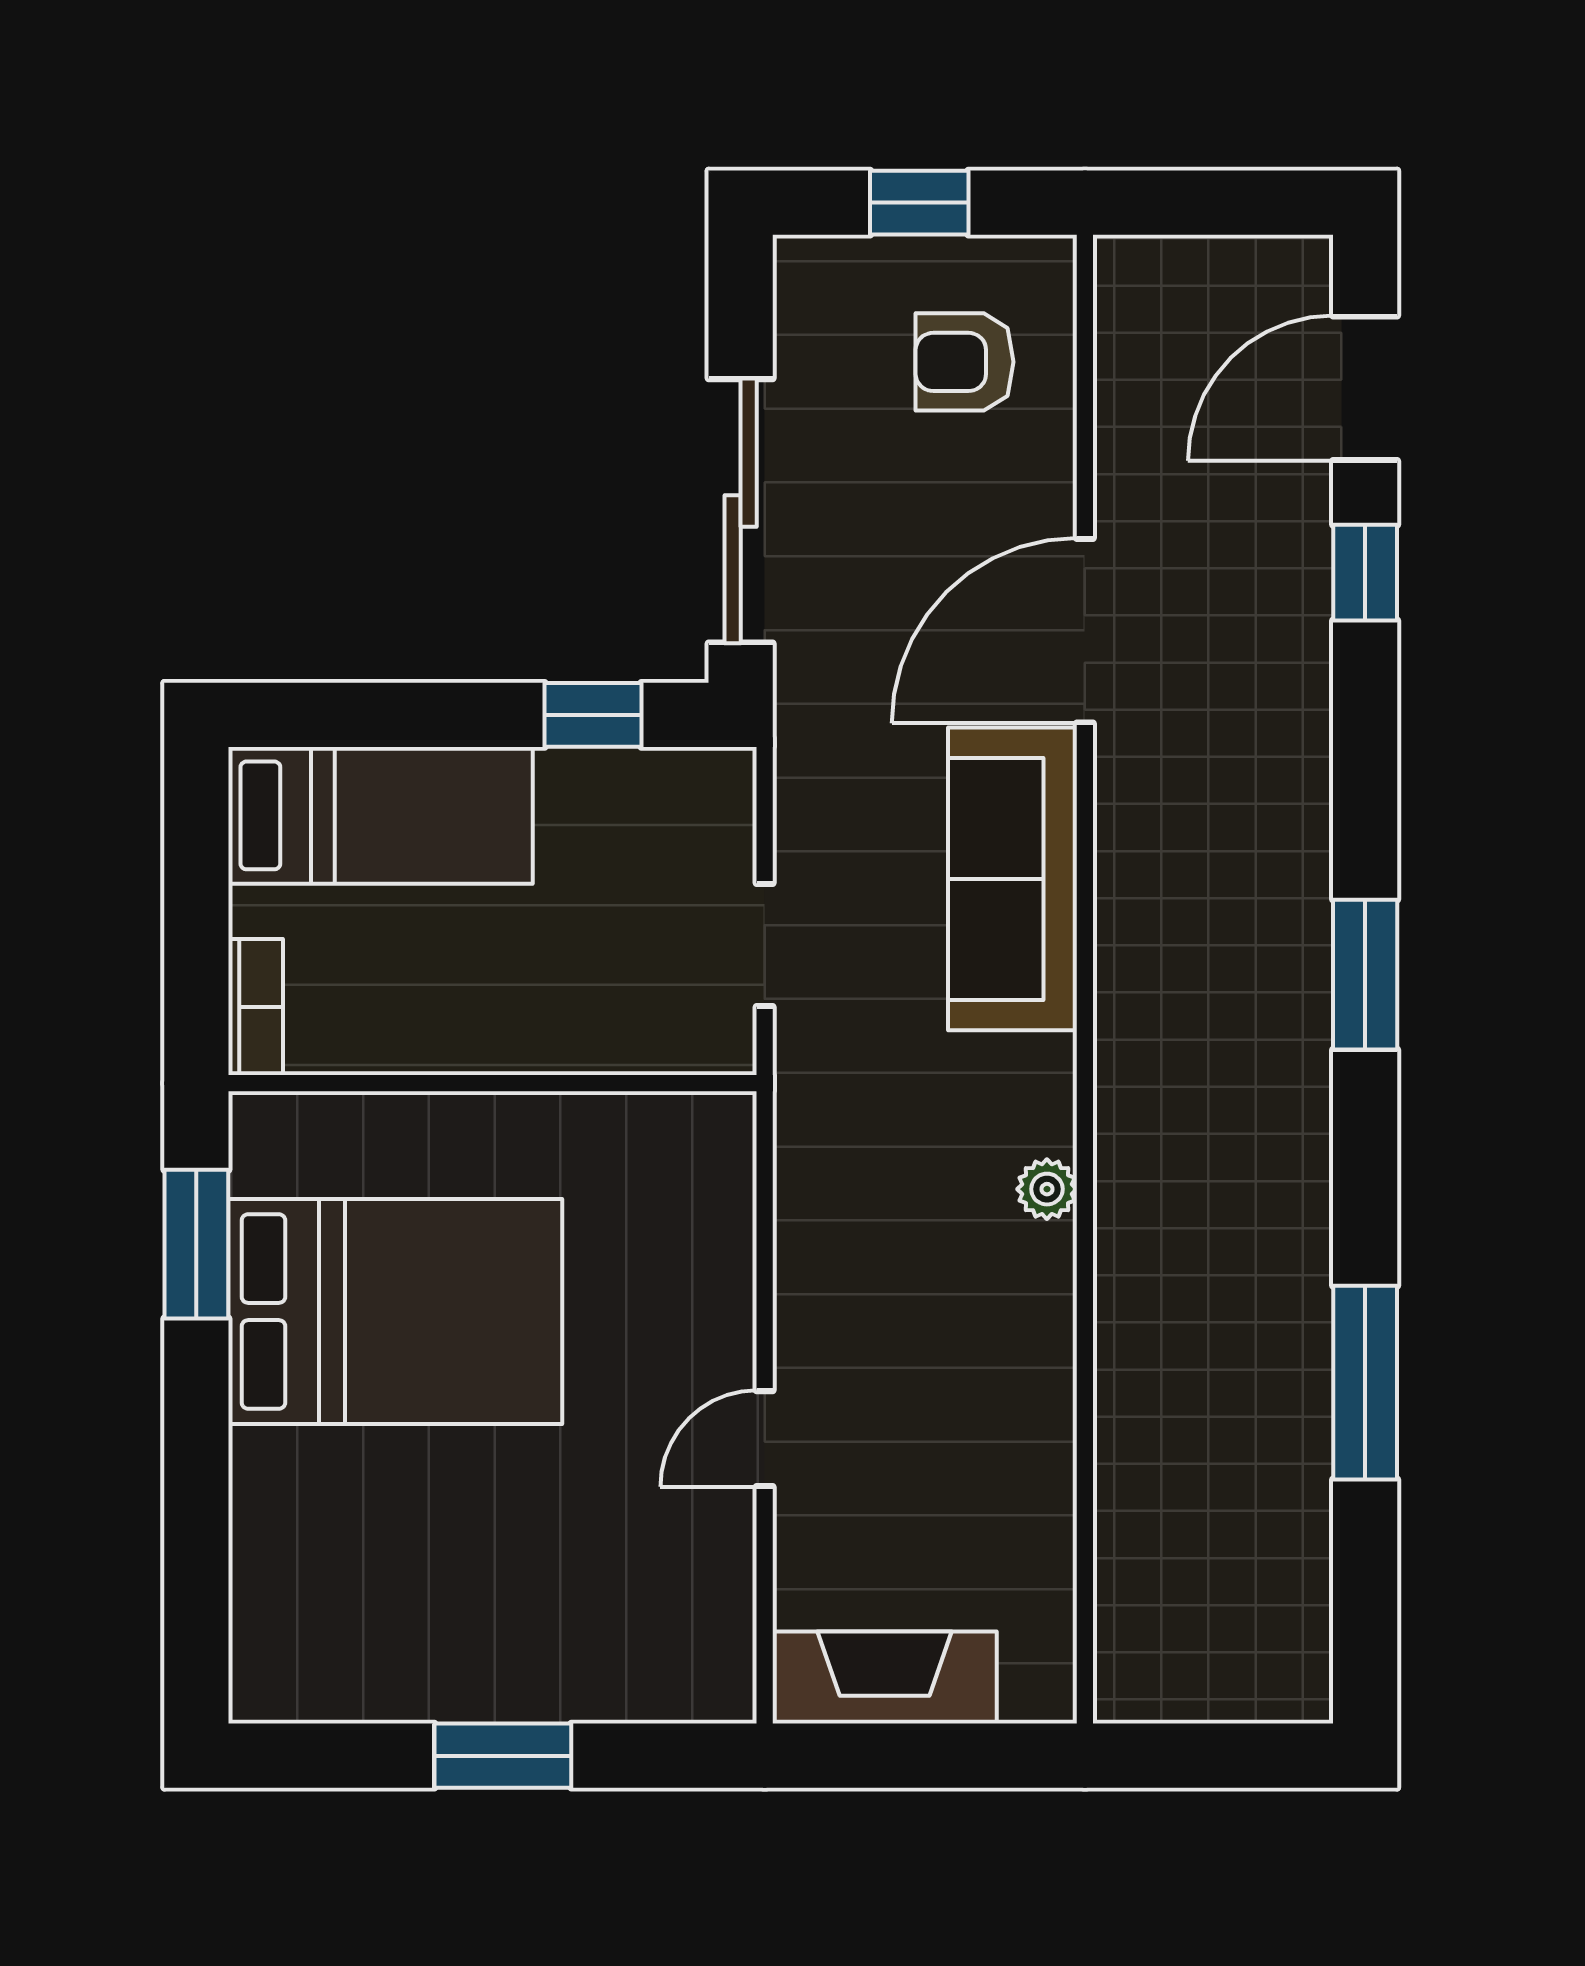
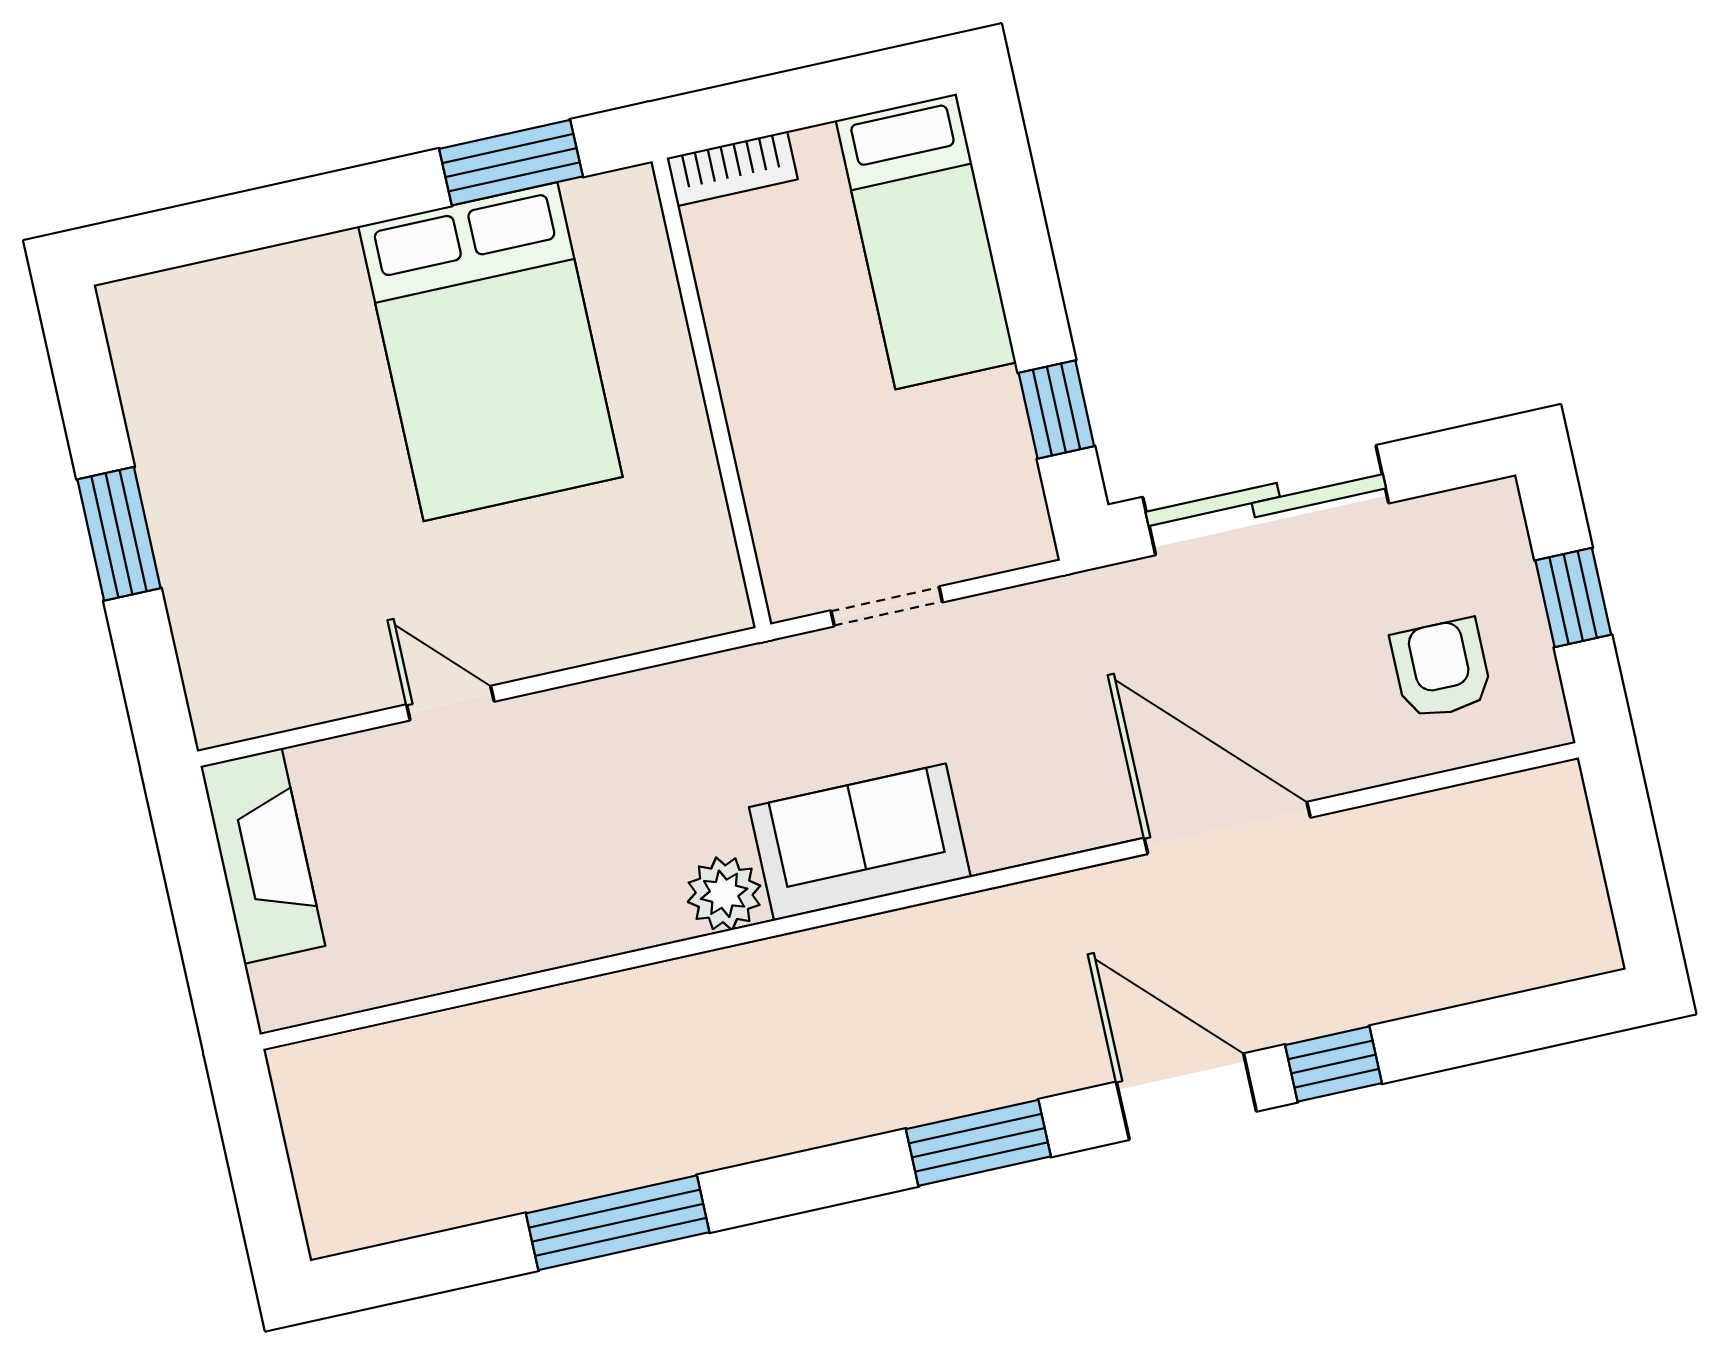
door: (1365, 388) -> (1186, 1097), moved
sofa: (1013, 879) -> (860, 842), moved, width x0.73
plant: (1047, 1189) -> (724, 894), width x1.38, depth x1.38

